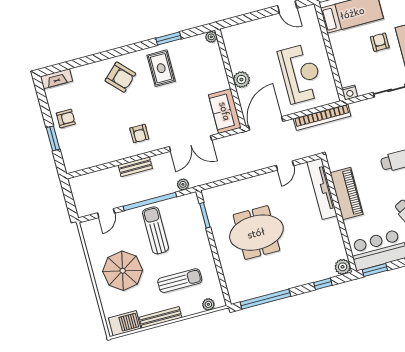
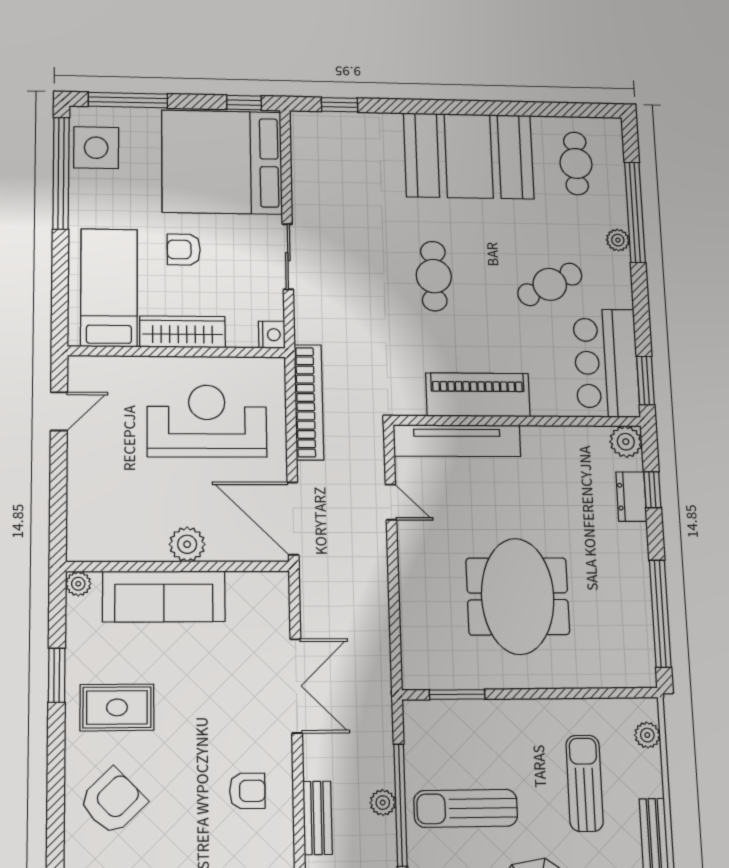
wardrobe: (340, 52) -> (182, 332), added
sofa: (225, 111) -> (164, 596), moved, width x1.36
plant: (183, 184) -> (383, 803), moved
dresser: (317, 275) -> (631, 497), added

